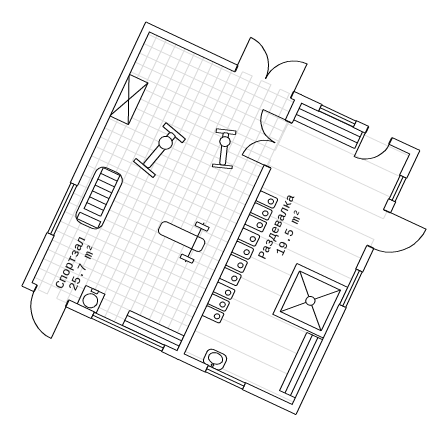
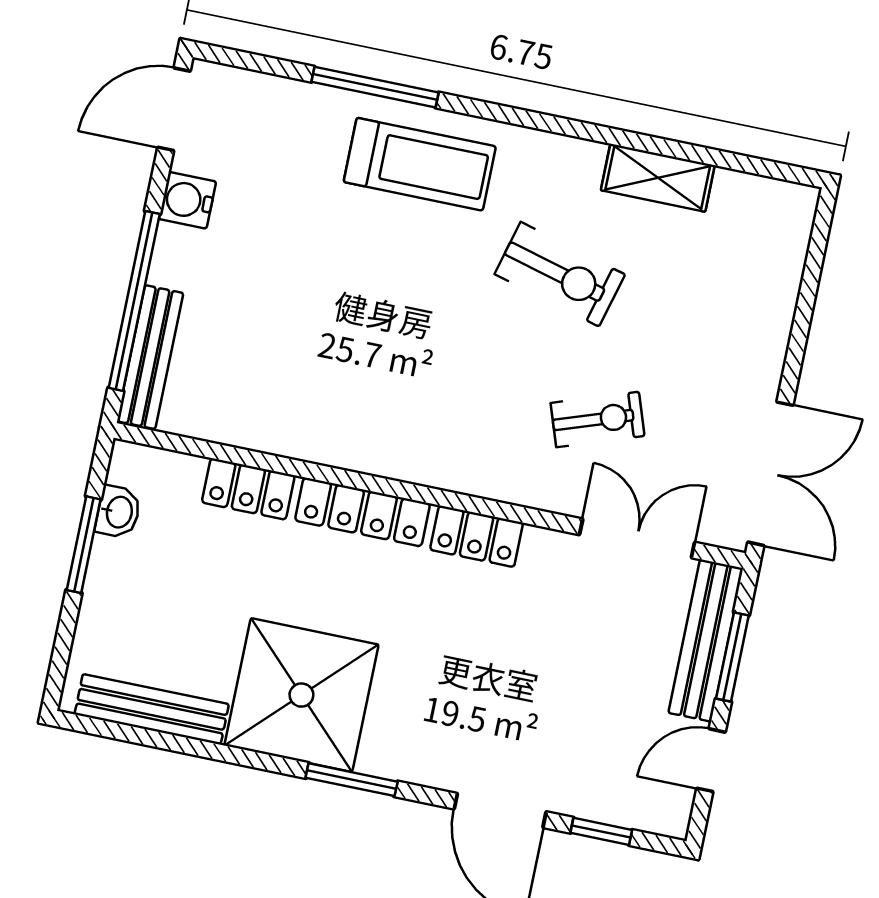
door: (379, 135) -> (711, 760), hinge flipped
weight bench: (182, 237) -> (377, 371), removed

